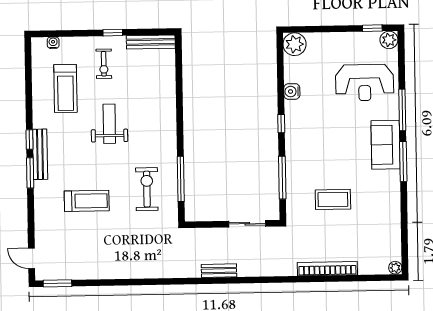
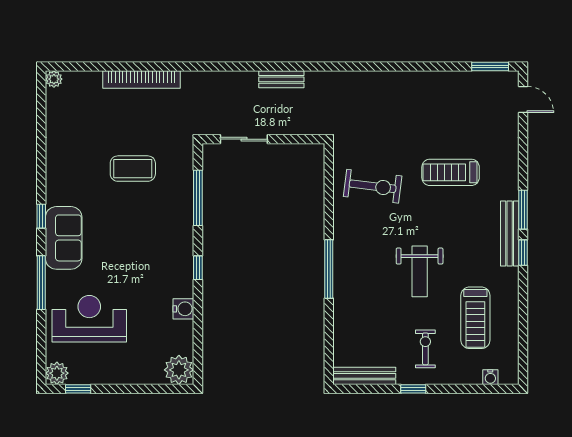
treadmill: (65, 89) -> (475, 318), turned 180
window: (403, 161) -> (41, 216), width x0.46
window: (181, 179) -> (329, 269), moved
exercise bike: (147, 189) -> (373, 186), turned -83

